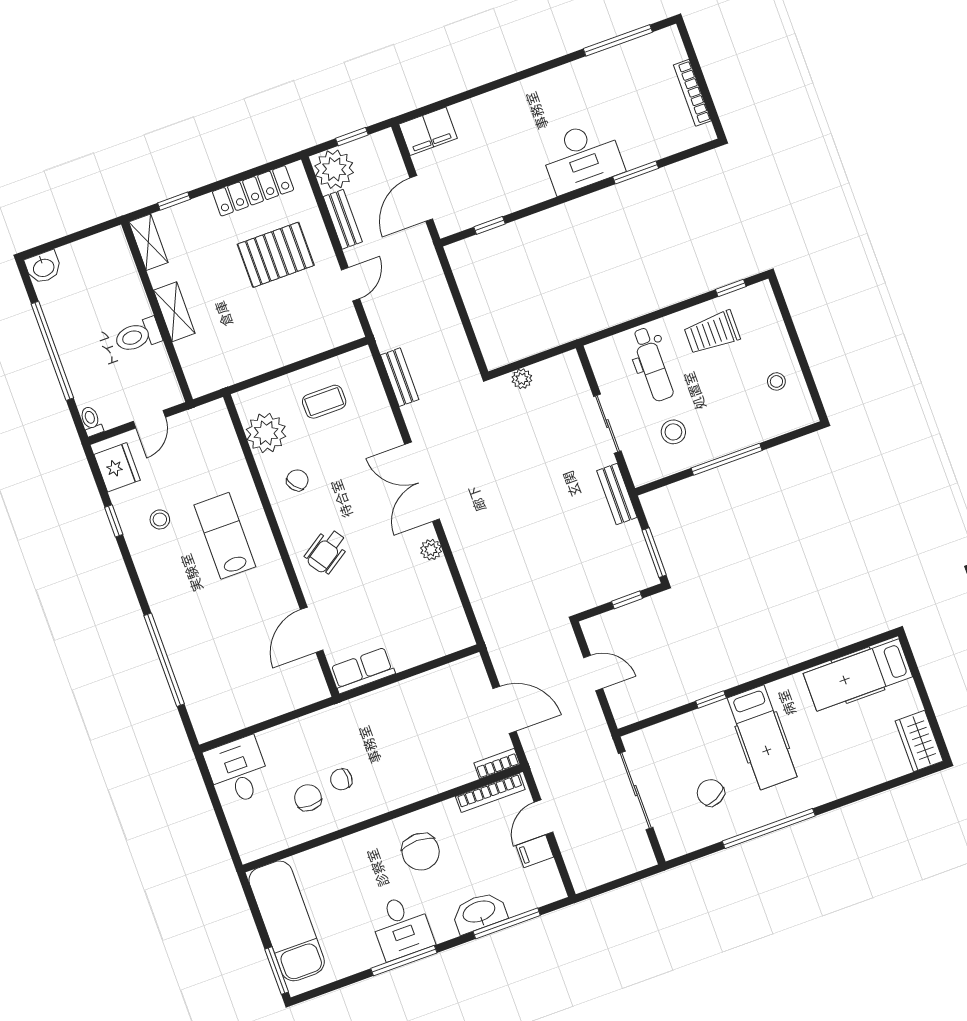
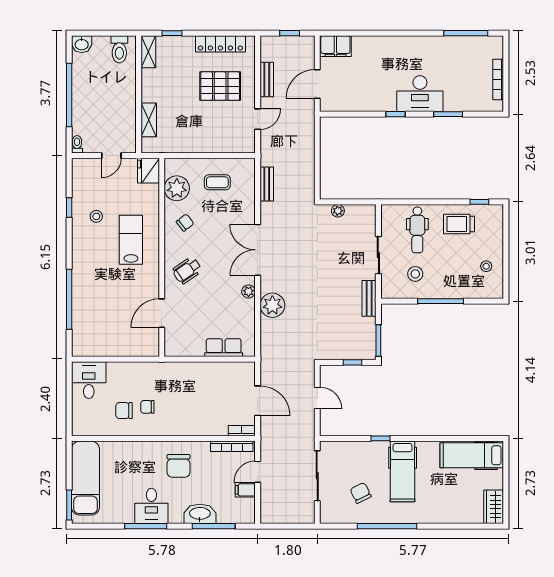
plant: (334, 169) -> (272, 305), moved
window: (490, 225) -> (396, 114), moved
shelving: (174, 312) -> (149, 120), moved
toilet: (138, 336) -> (119, 49), moved, turned -90
fridge: (117, 467) -> (148, 171), moved, turned 180
row of seats: (363, 670) -> (224, 348), moved
chair: (308, 798) -> (124, 411), turned -90

